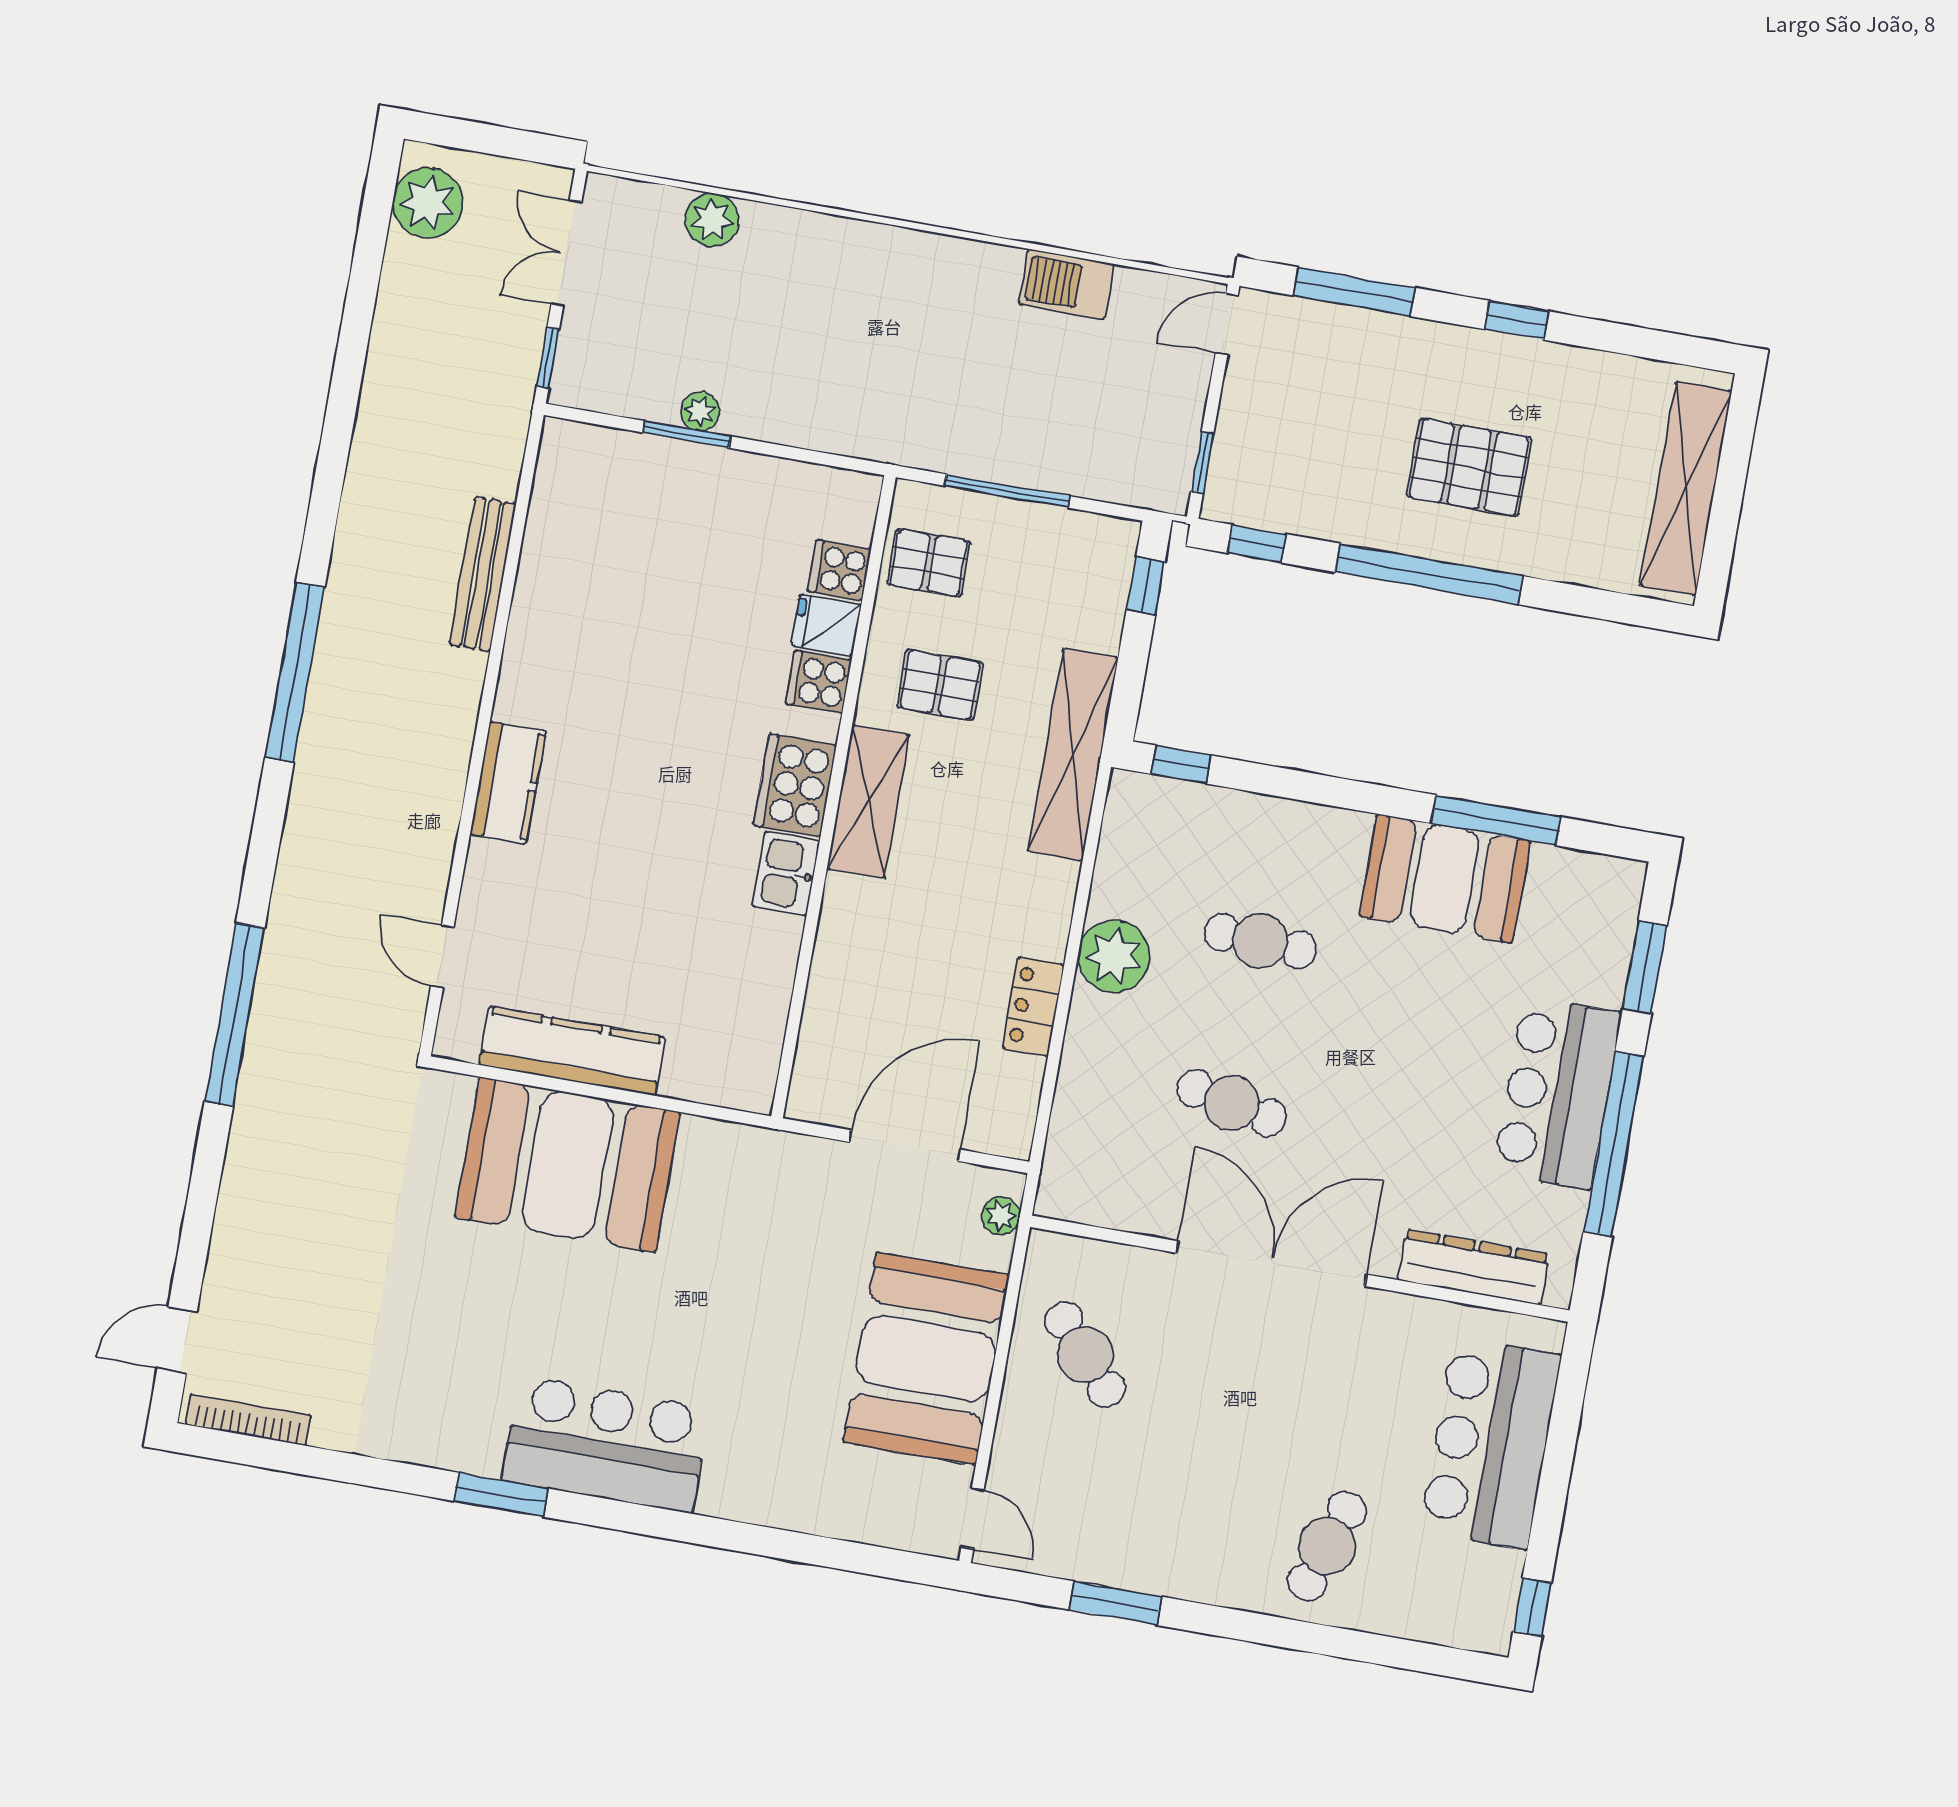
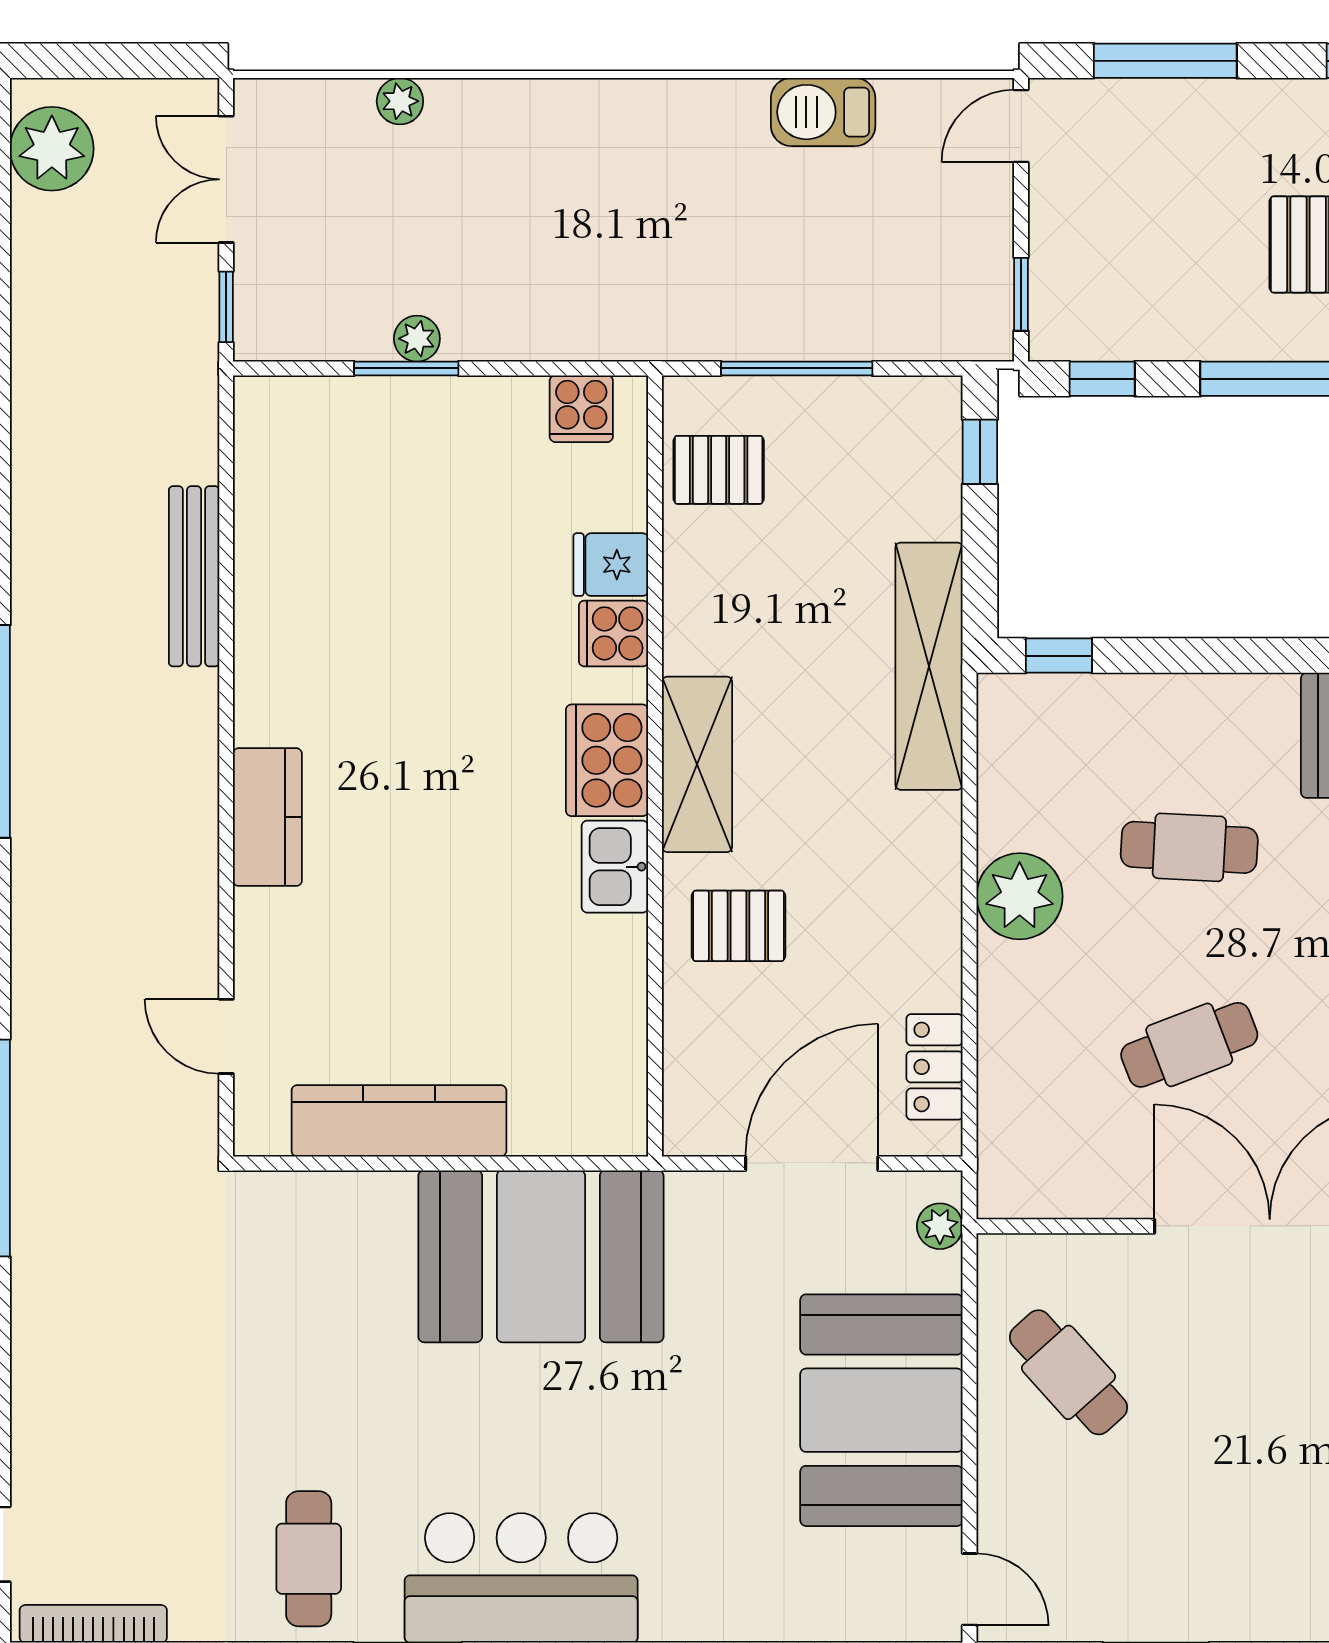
plant: (712, 220) -> (400, 101), width x0.73, depth x0.73
cooker: (839, 570) -> (581, 409), moved, turned -90
pallet: (940, 685) -> (738, 926), moved
locker: (1033, 1007) -> (935, 1067), moved
cafe table: (1232, 1103) -> (1189, 1045), turned -33
booth: (568, 1165) -> (541, 1256), moved
cafe table: (434, 1397) -> (309, 1559), added

